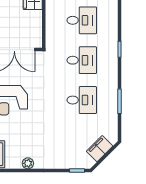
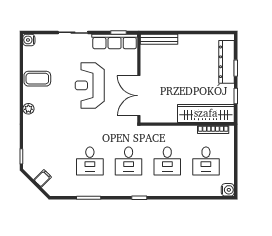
filing cabinet: (100, 149) -> (43, 178), width x0.50

